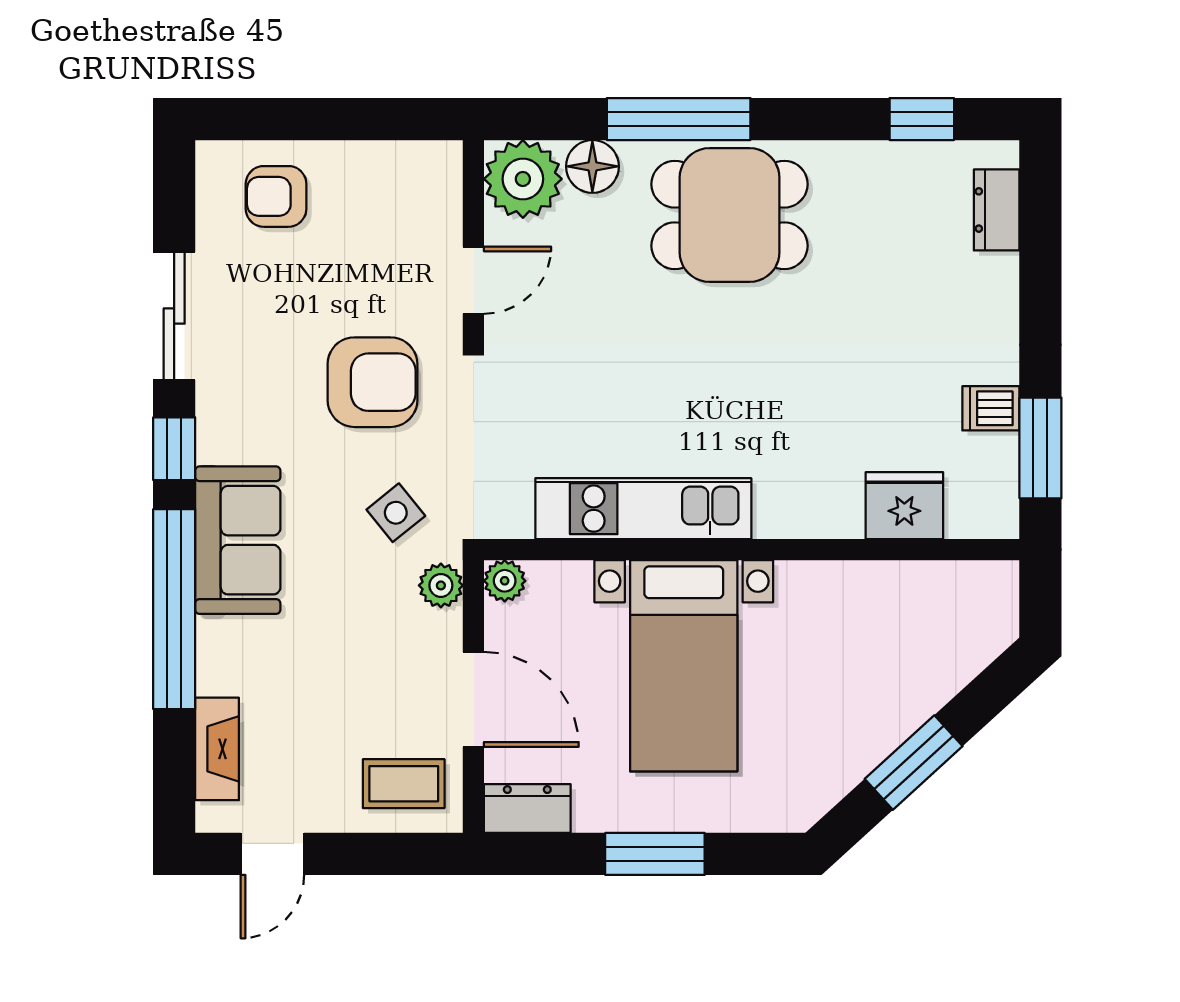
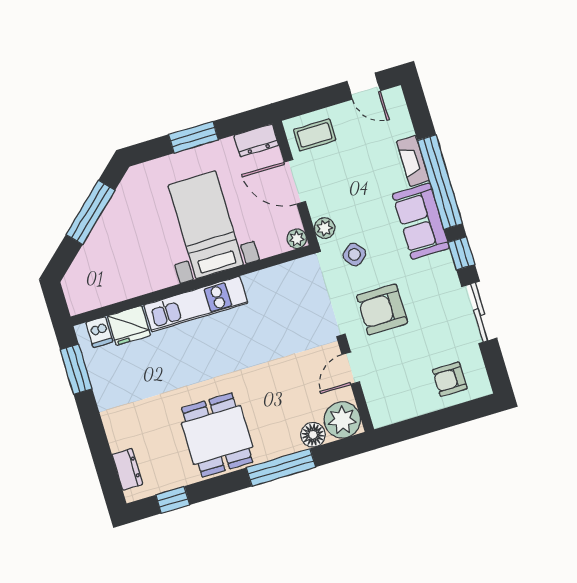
armchair: (276, 196) -> (450, 379), turned 180
dining table: (730, 215) -> (217, 435), moved, turned 90
dishwasher: (991, 408) -> (99, 332), moved, turned 90
kitchen unit: (643, 509) -> (196, 304), moved
fireplace: (217, 749) -> (413, 161), moved
window: (914, 763) -> (91, 212), width x1.44
door: (272, 854) -> (364, 86), swing flipped

